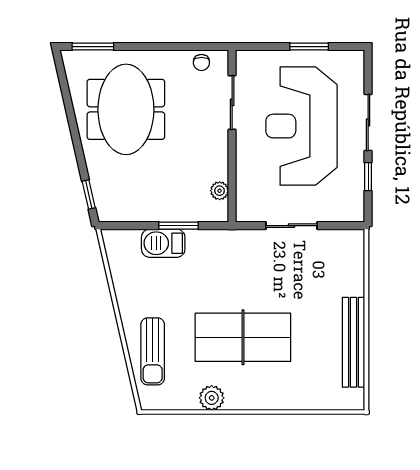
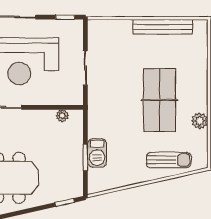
window: (368, 177) -> (65, 17), moved
window: (179, 226) -> (85, 157), moved

